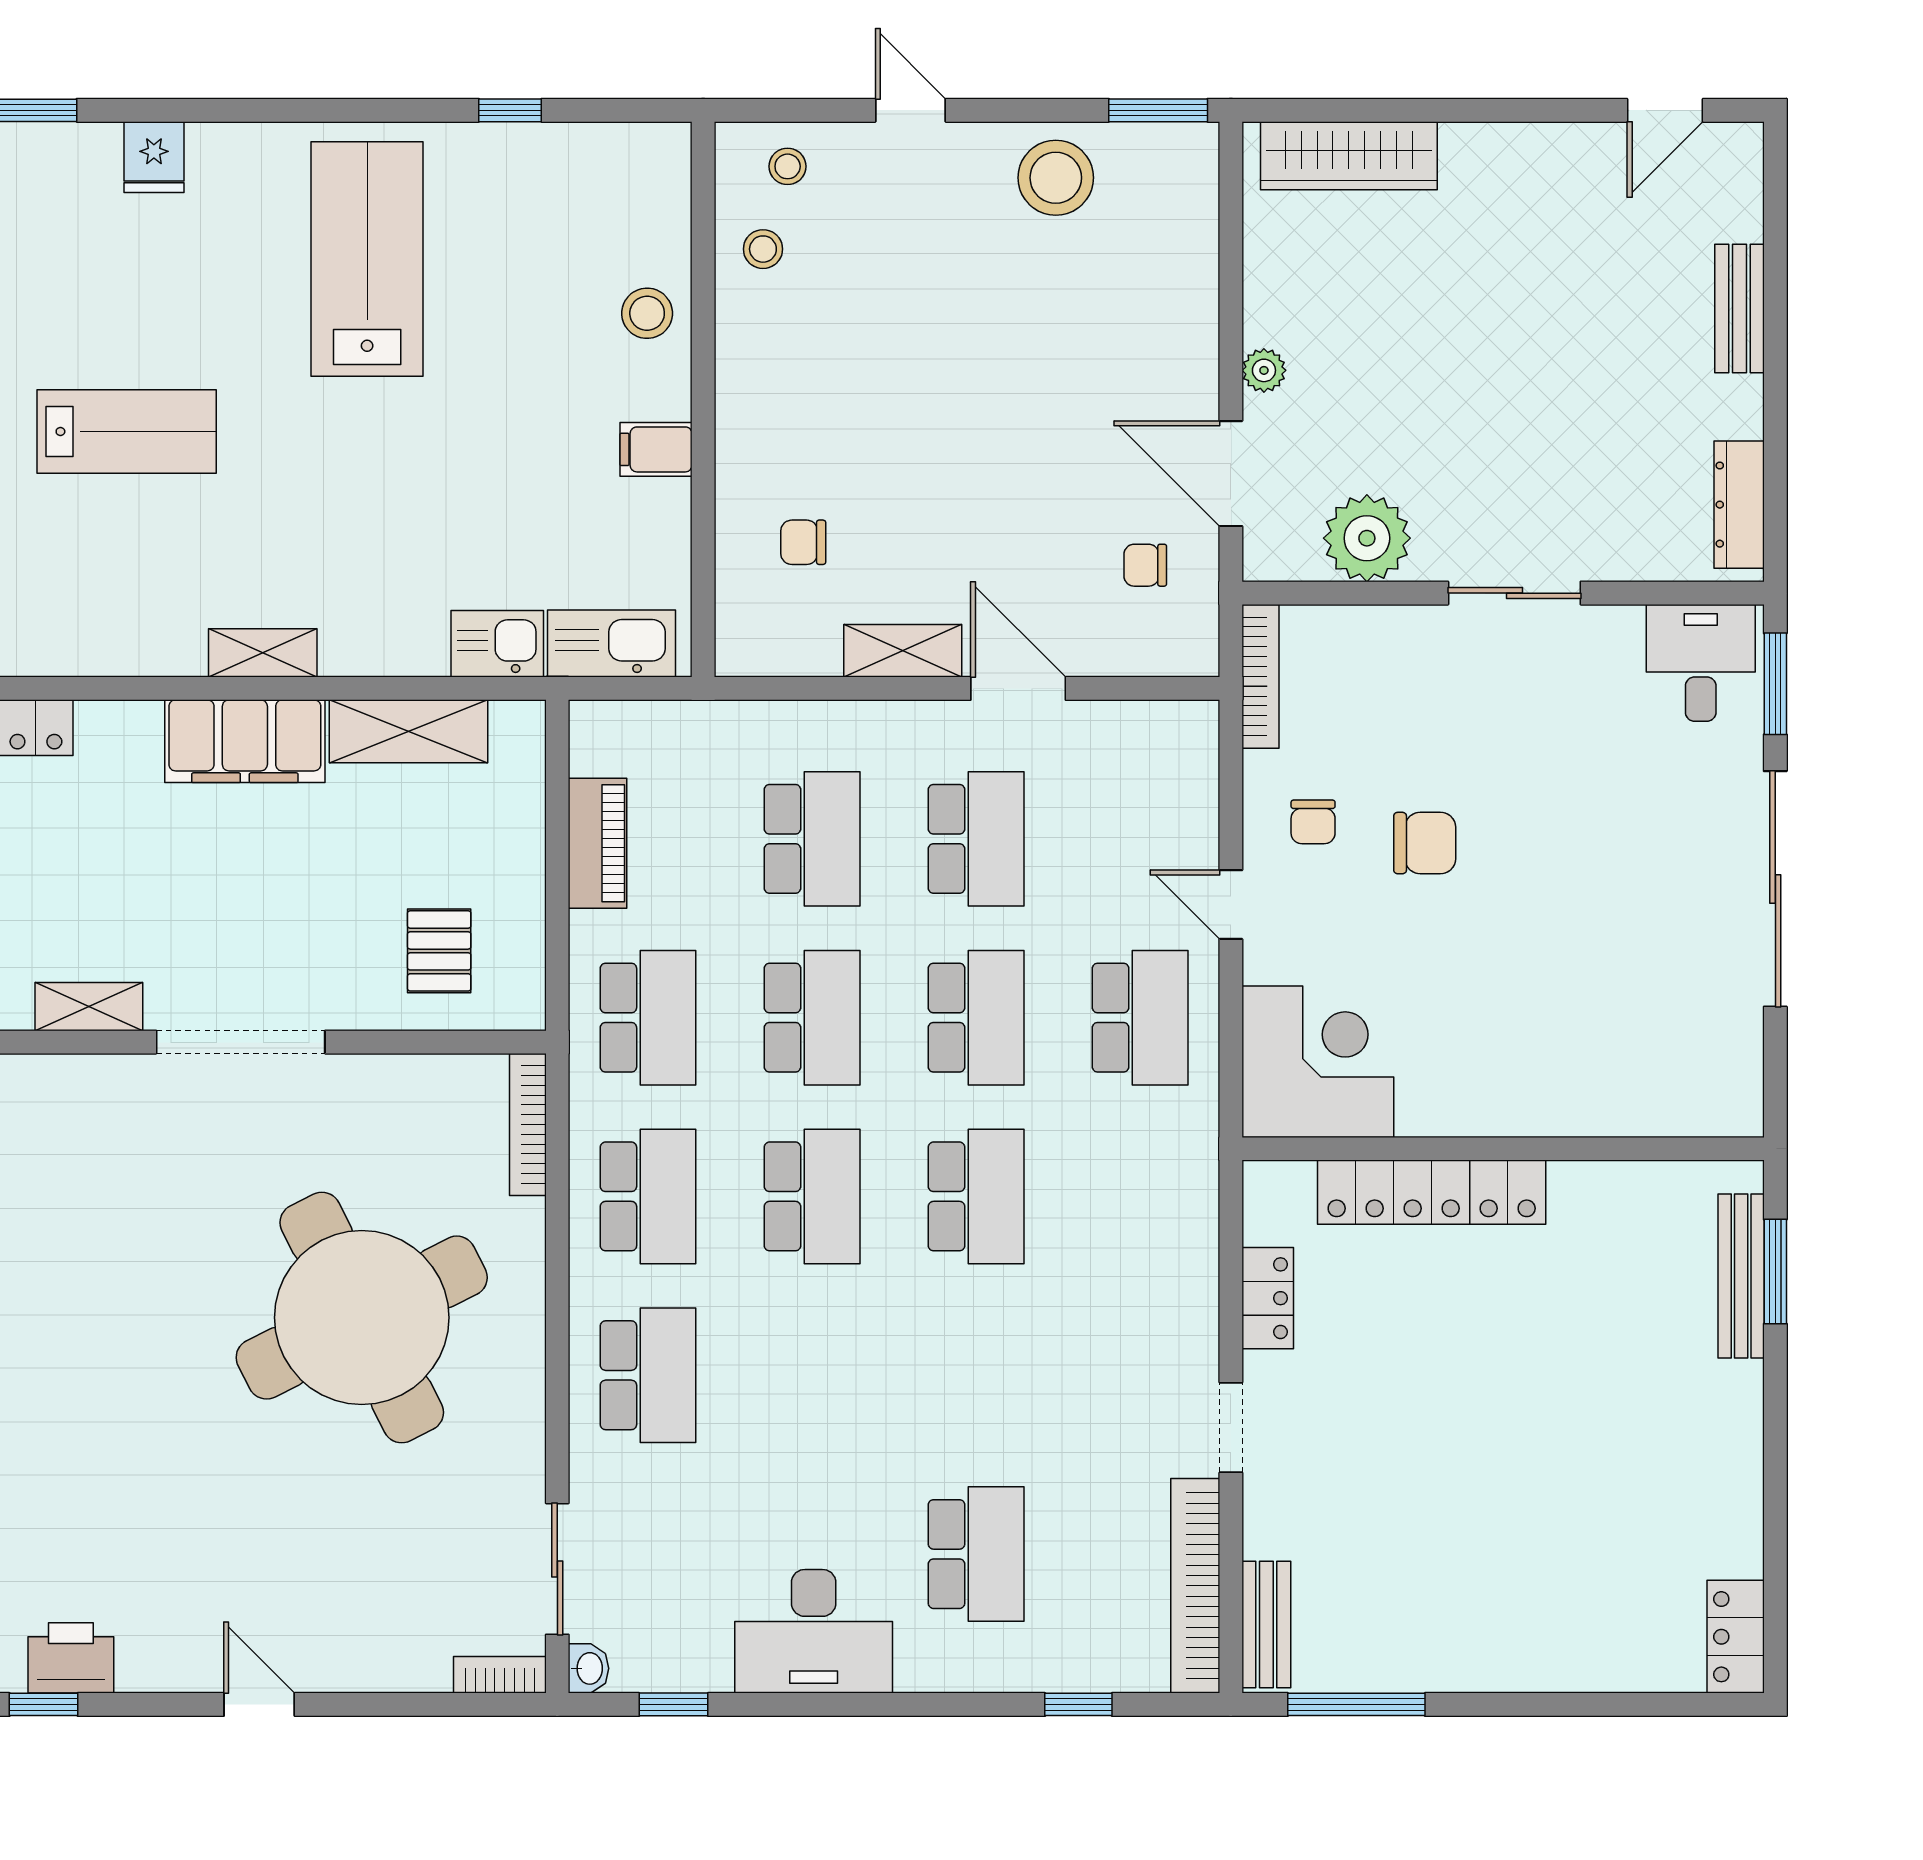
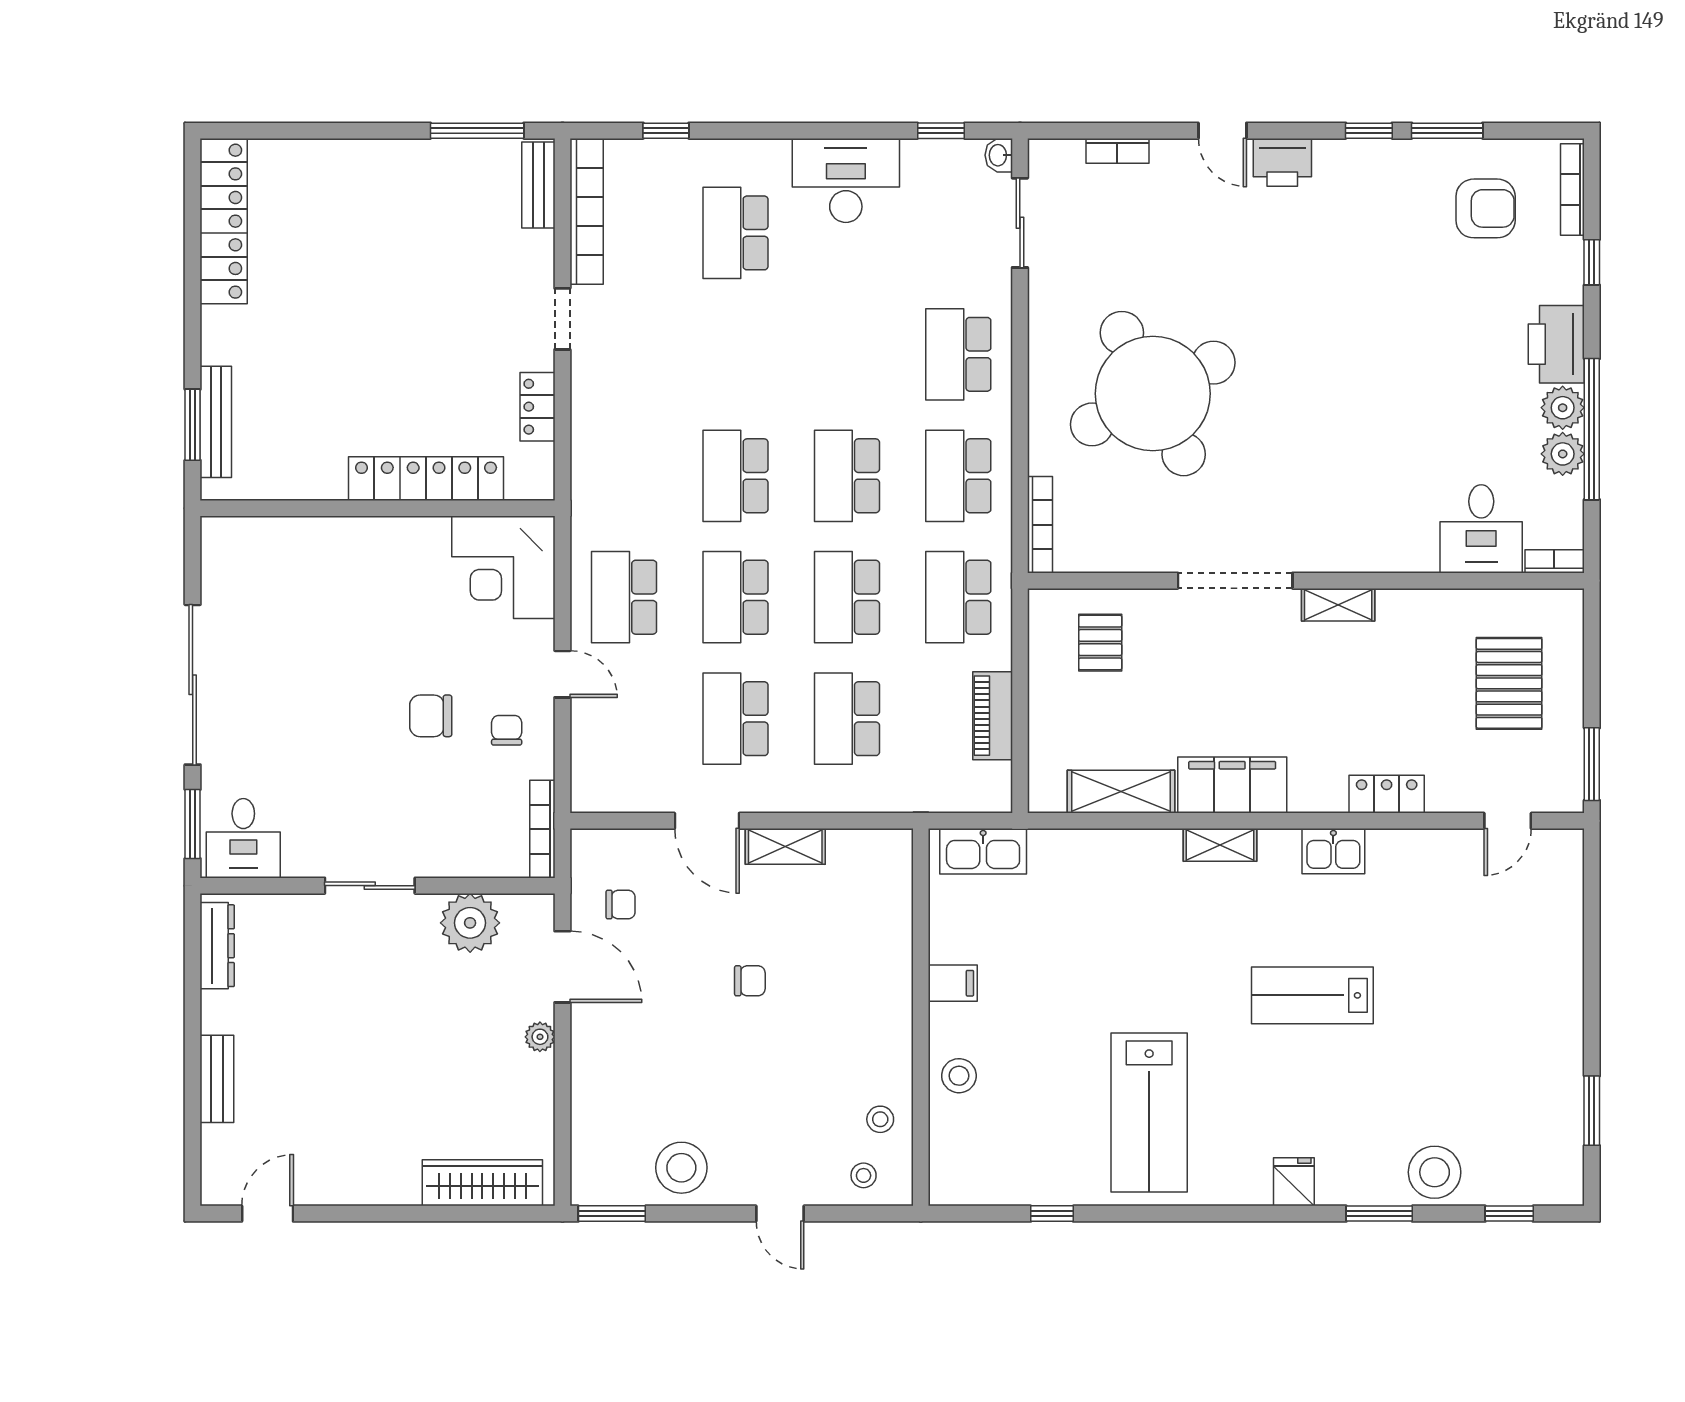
chair: (803, 542) -> (750, 981), moved
kitchen sink: (497, 644) -> (1333, 851), moved
locker: (1736, 1637) -> (224, 221), width x2.16, depth x1.21
printer: (71, 1658) -> (1282, 162), moved
bookcase: (500, 1675) -> (1117, 151), moved

